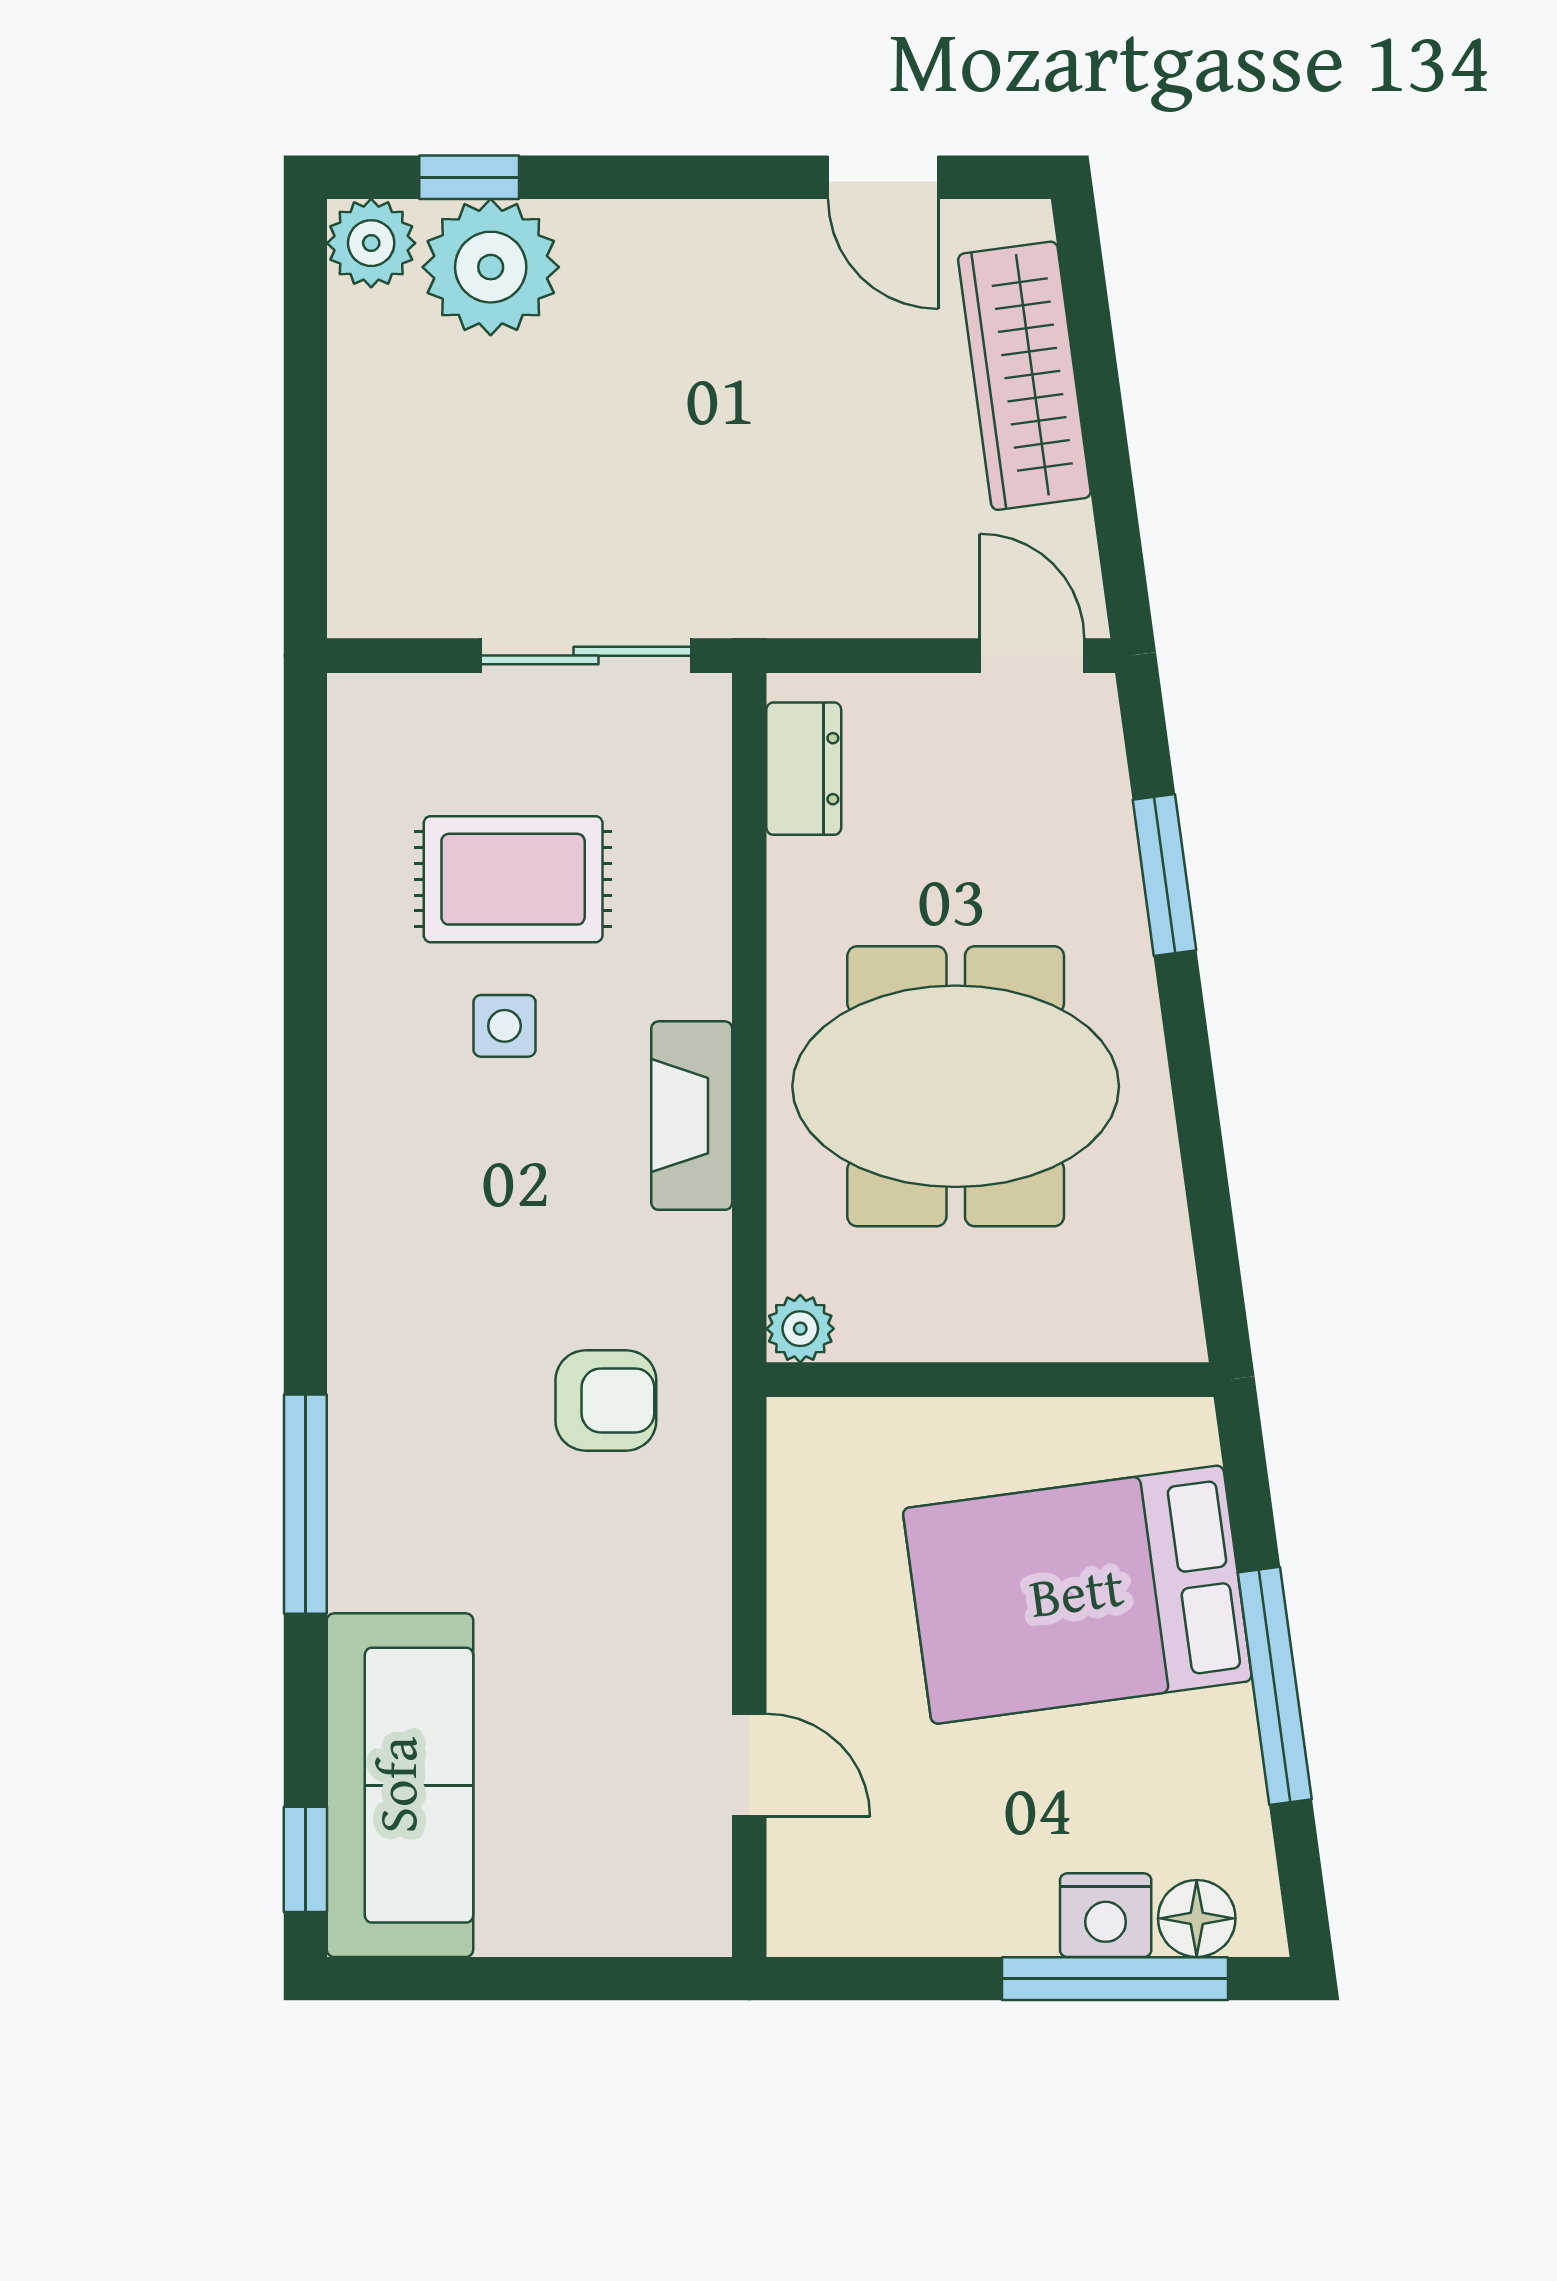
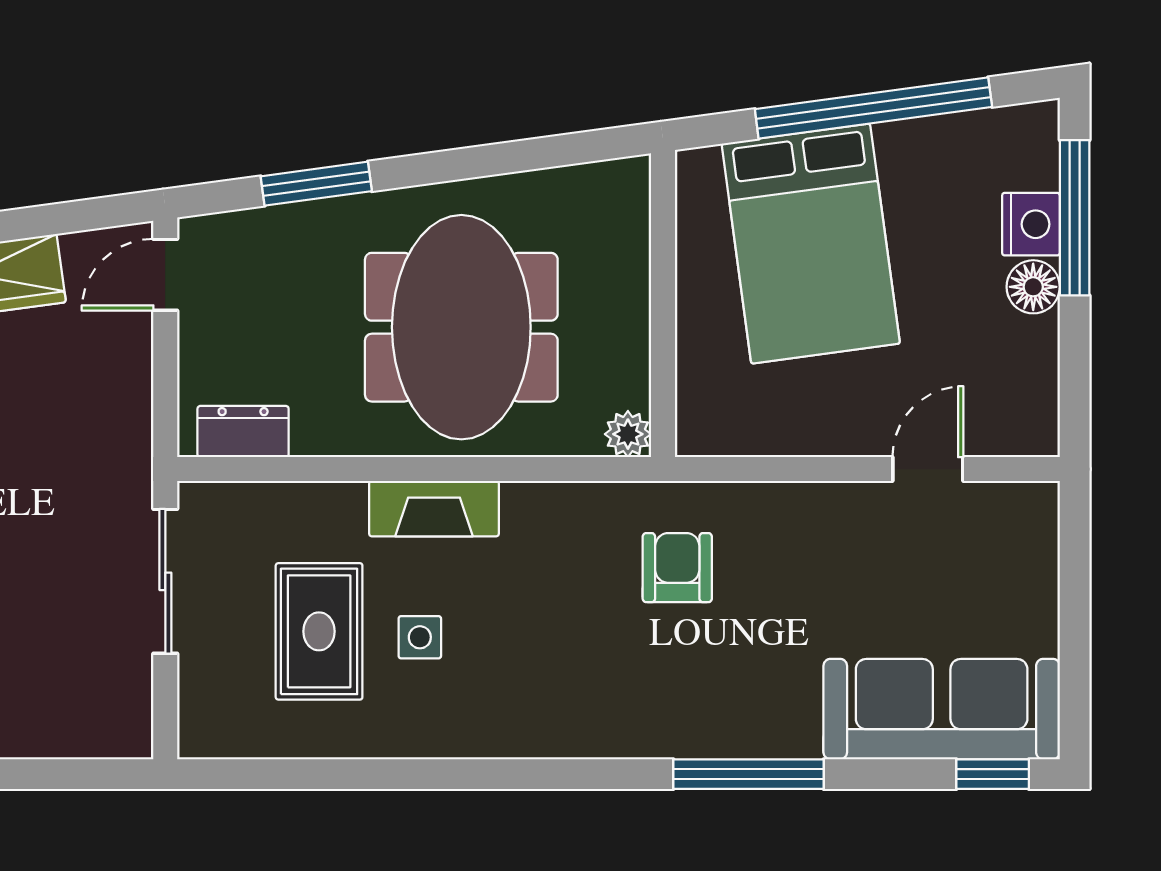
fireplace: (692, 1116) -> (434, 509), moved
window: (1275, 1686) -> (873, 108), width x1.46
floor lamp: (1197, 1918) -> (1033, 287), moved

